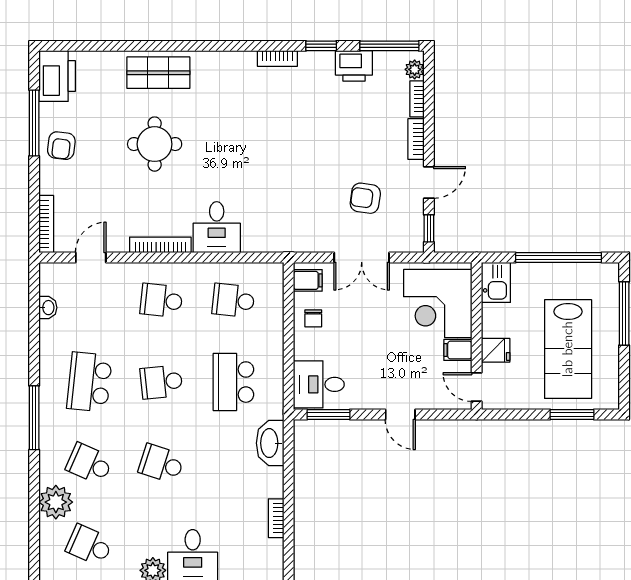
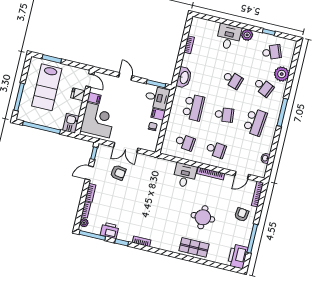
armchair: (61, 146) -> (242, 215), moved
double door: (362, 258) -> (126, 148), swing flipped
filing cabinet: (308, 280) -> (158, 114), moved
lab bench: (568, 349) -> (47, 87), turned 180
school desk: (89, 545) -> (272, 52), turned -45

